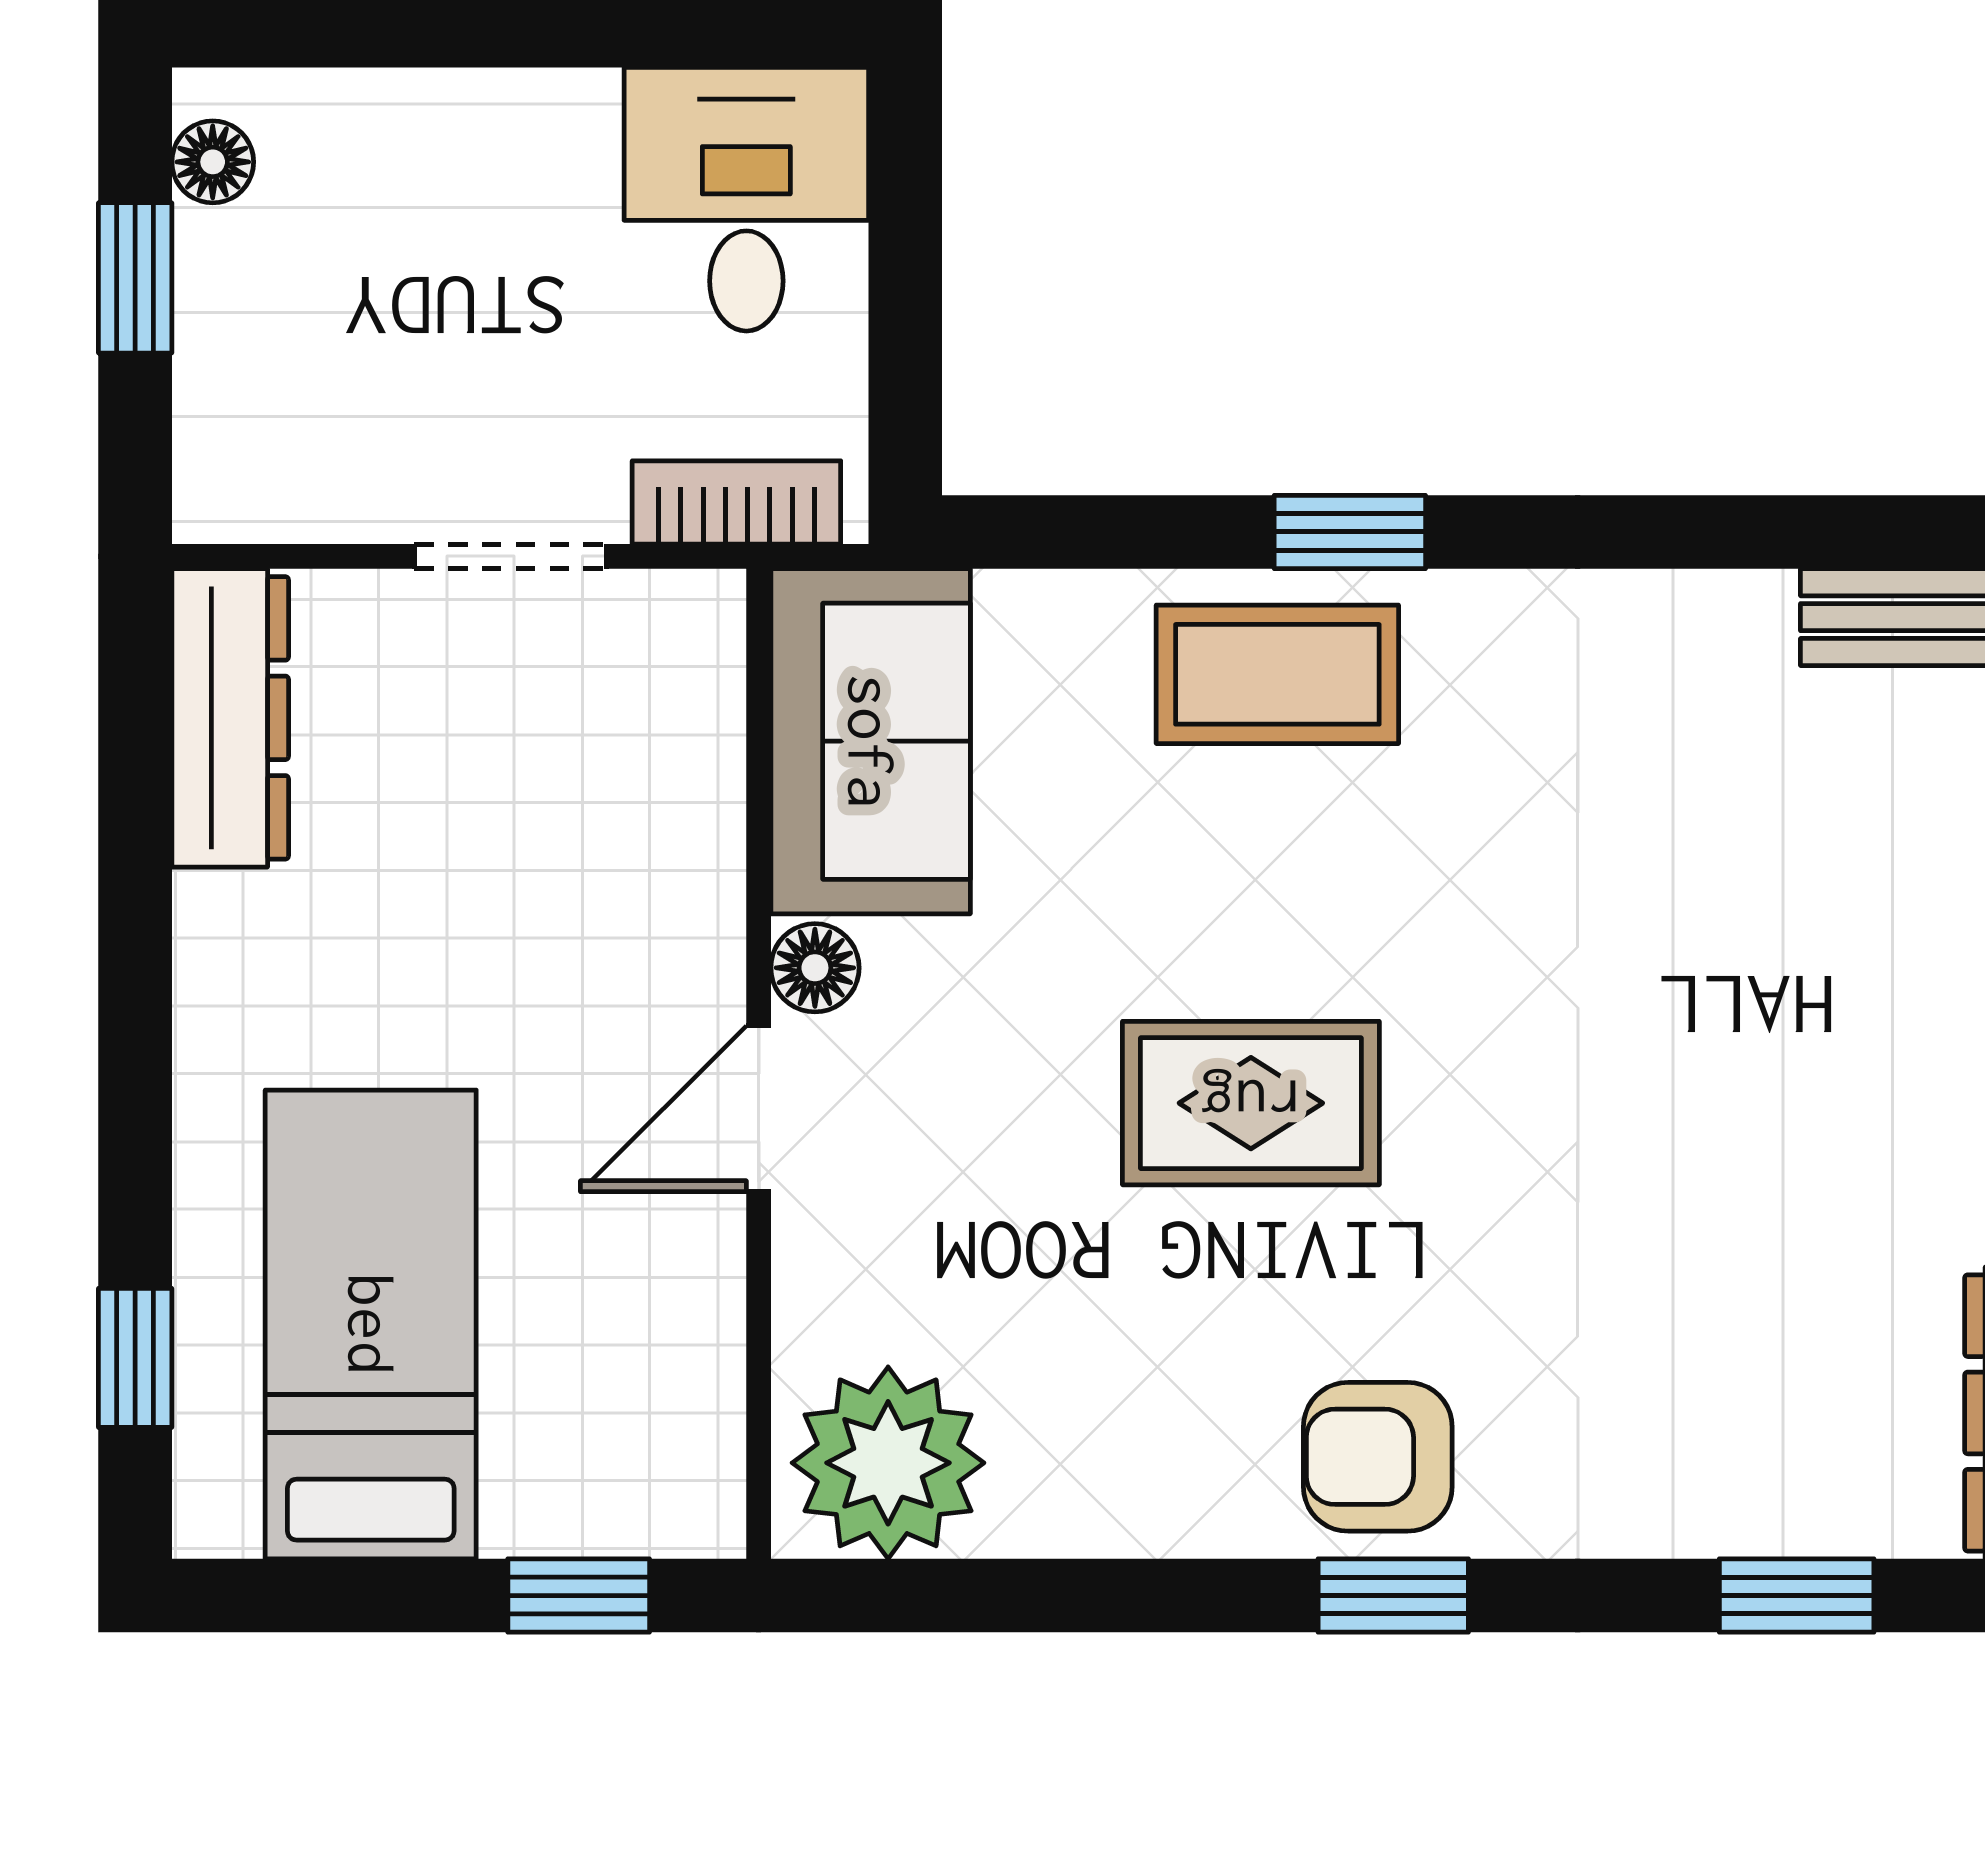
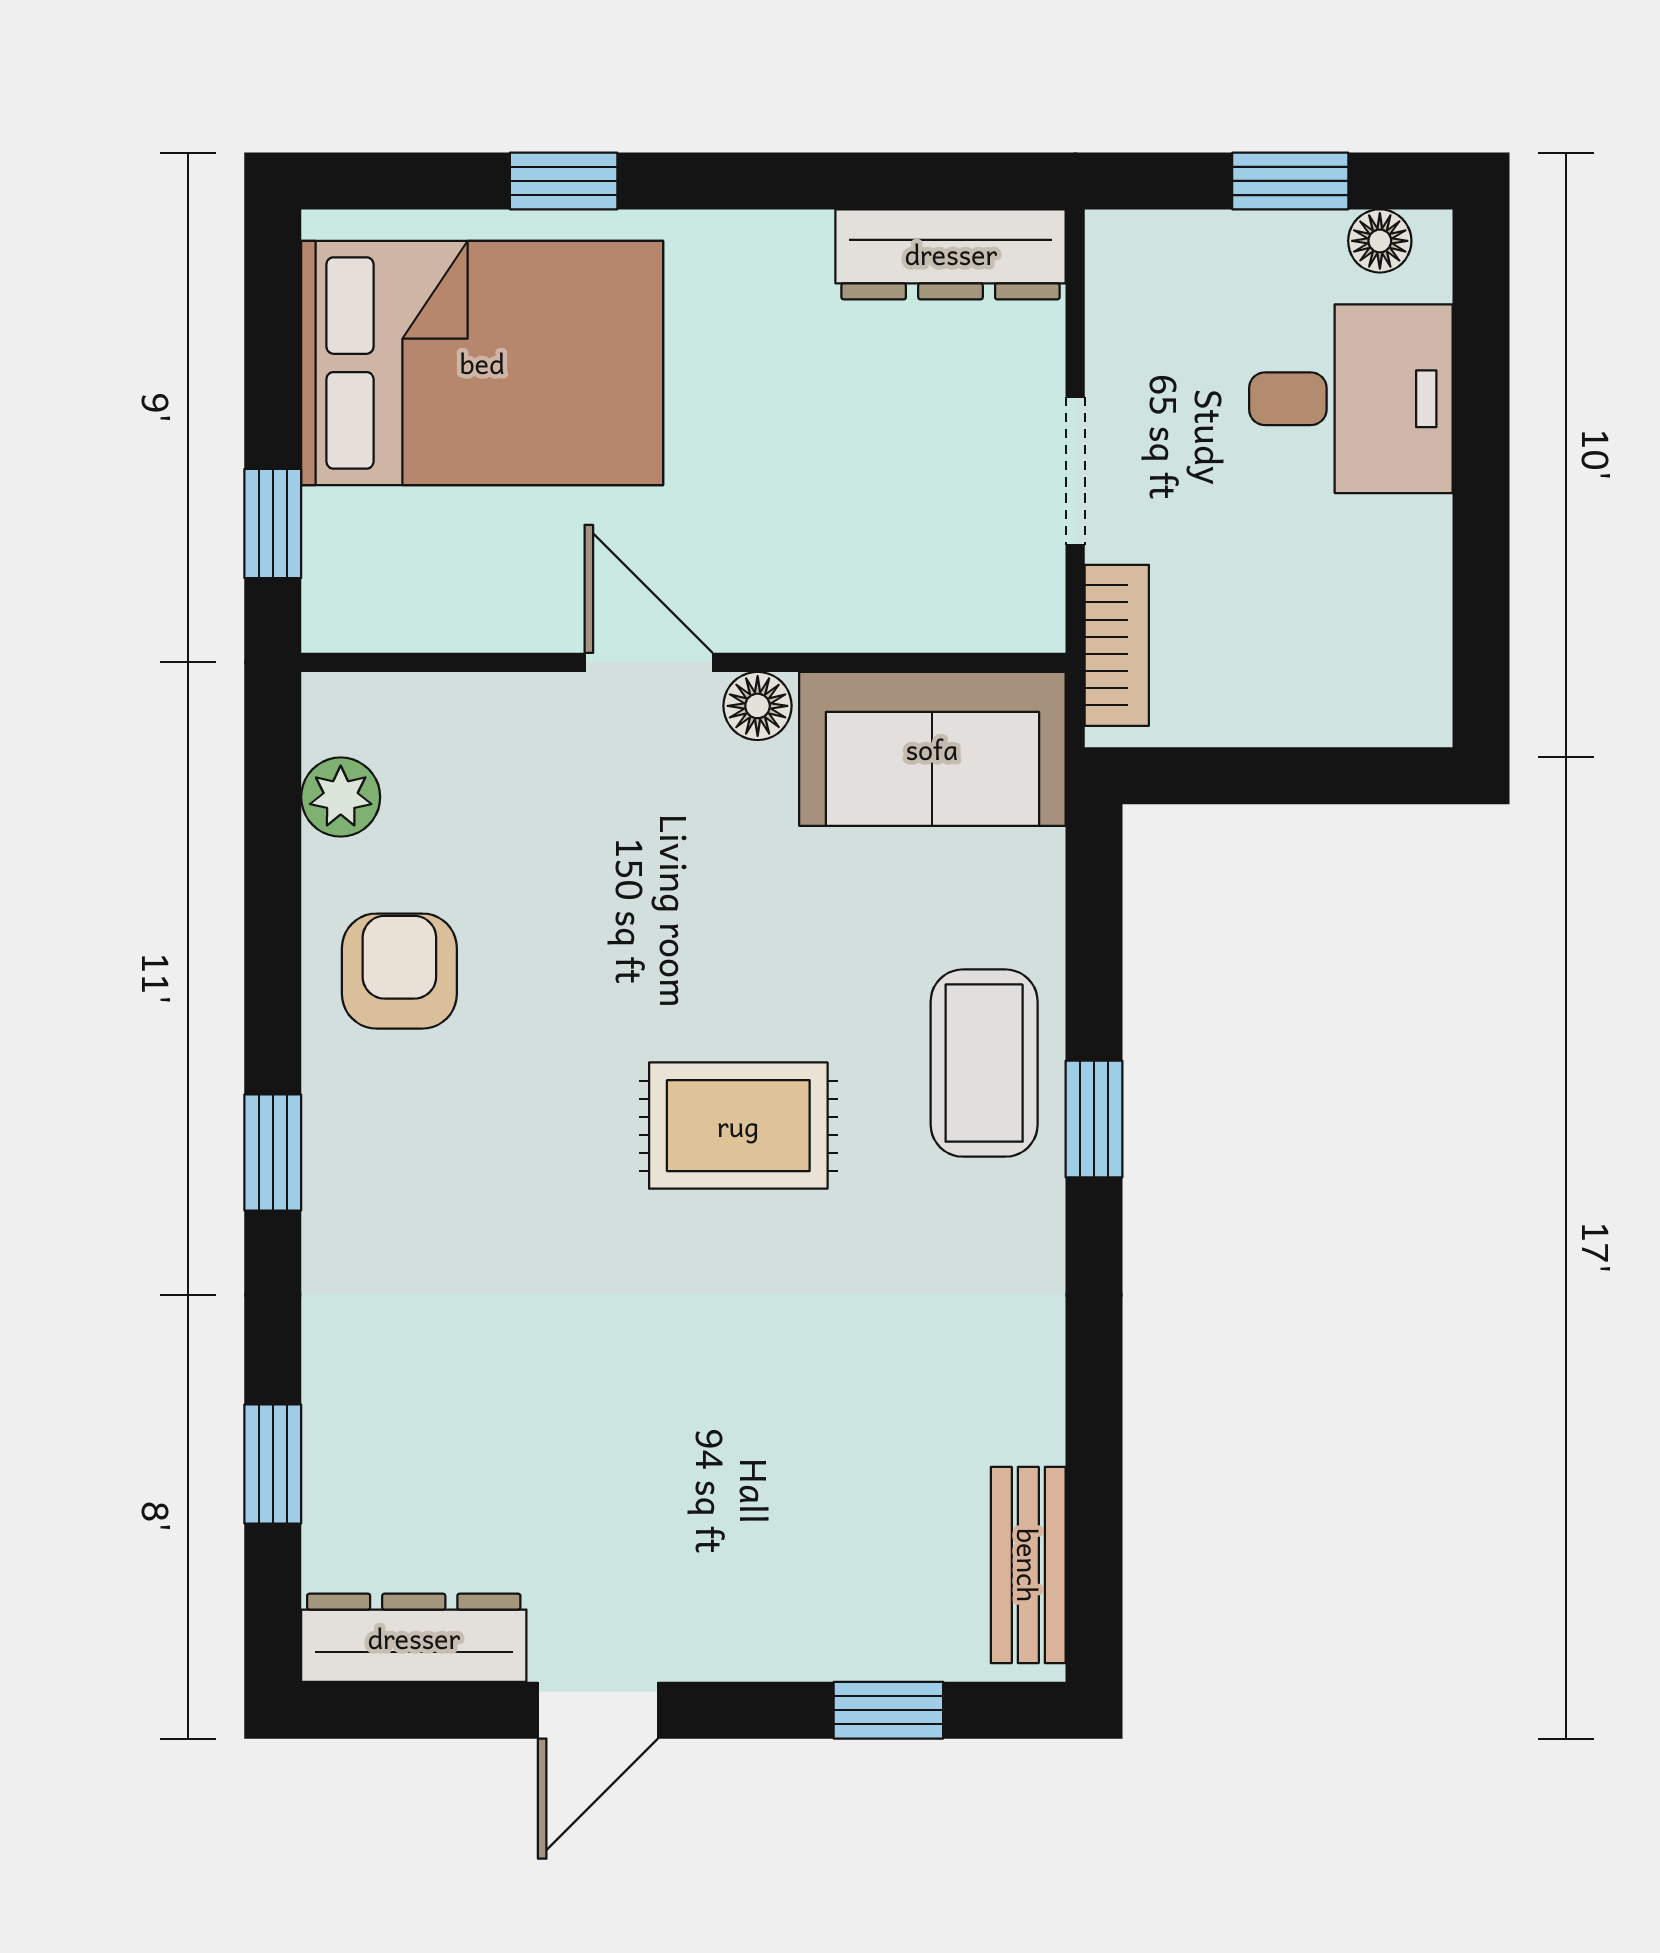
desk: (746, 199) -> (1351, 399), moved
rug: (1251, 1103) -> (738, 1126), moved, turned 90
bed: (371, 1324) -> (482, 363), width x1.50
window: (135, 1358) -> (564, 181), moved
armchair: (1378, 1457) -> (399, 971), moved
plant: (888, 1463) -> (341, 797), width x0.53, depth x0.53

